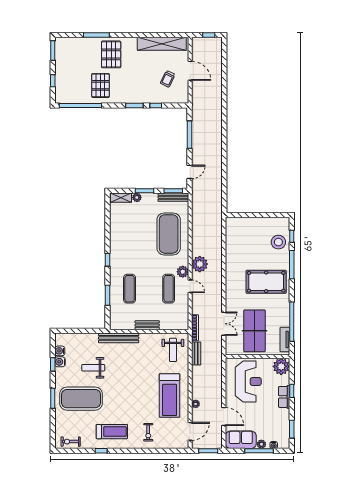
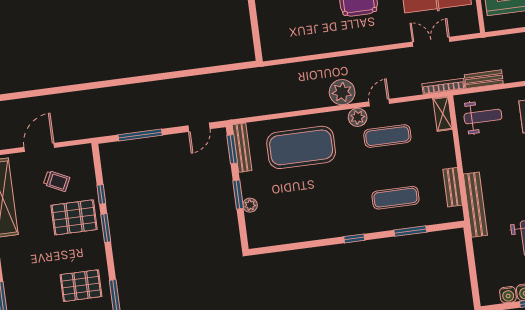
pallet: (111, 54) -> (74, 217), moved
door: (190, 172) -> (199, 127), swing flipped
shelving: (121, 198) -> (443, 114), moved
bench: (147, 325) -> (453, 187), moved

